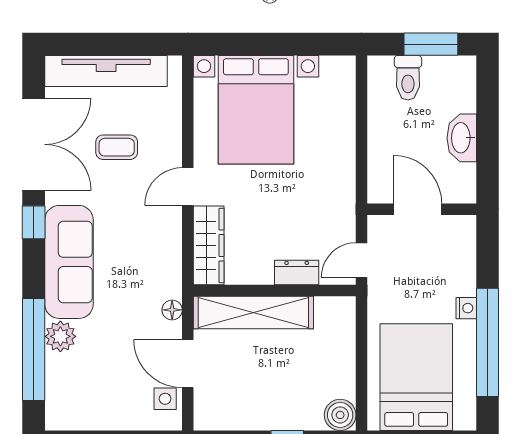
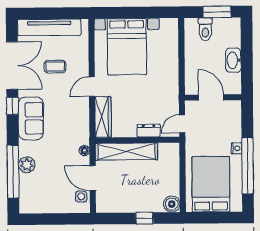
sofa: (69, 262) -> (31, 118), width x0.73

